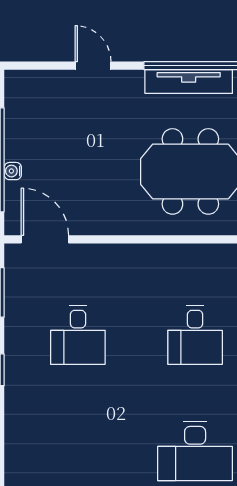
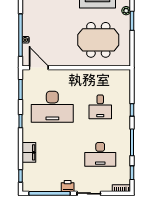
desk: (78, 335) -> (52, 107), width x1.87, depth x1.30
filing cabinet: (21, 446) -> (29, 152), added

